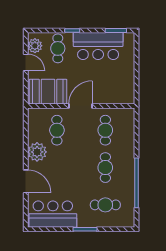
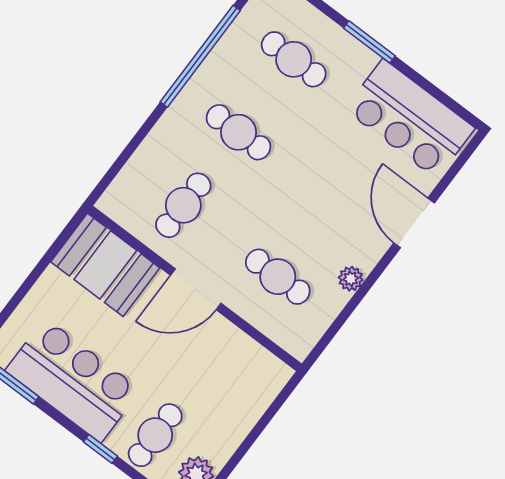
door: (26, 62) -> (239, 455), removed
booth: (48, 92) -> (105, 265), moved
cafe table: (57, 130) -> (278, 277), turned 90
plant: (37, 152) -> (351, 279), width x0.53, depth x0.53
cafe table: (105, 168) -> (238, 132), turned 90

